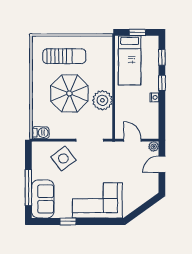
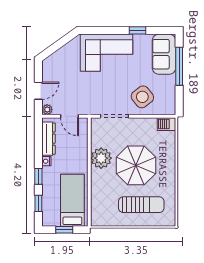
sun lounger: (64, 56) -> (141, 205), turned 180
dresser: (152, 119) -> (48, 139), added

